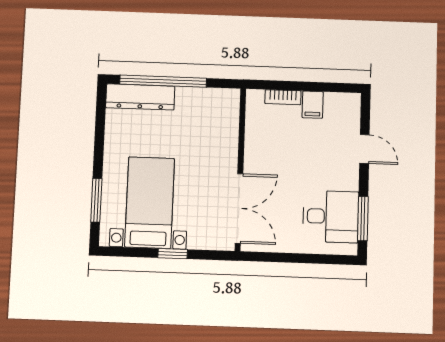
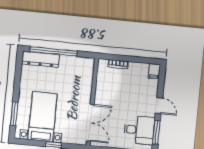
filing cabinet: (313, 105) -> (154, 71), moved
door: (364, 149) -> (159, 106), moved

